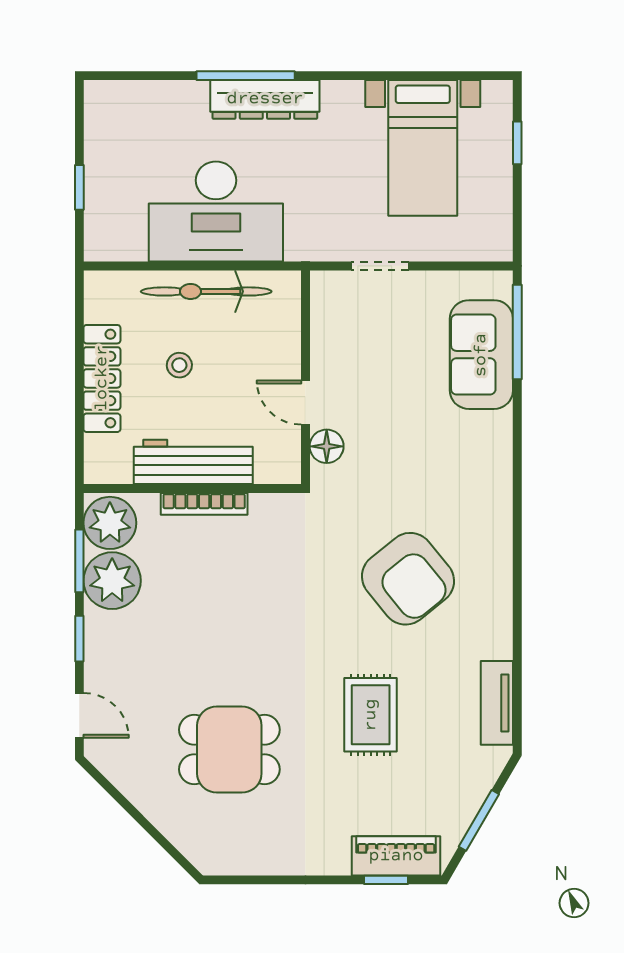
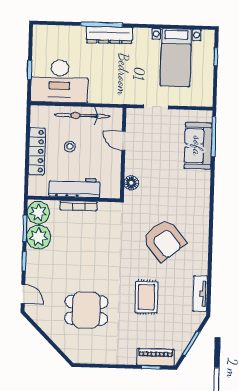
desk: (216, 211) -> (60, 81), moved
door: (305, 403) -> (124, 141), moved

